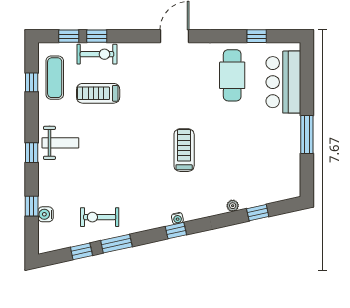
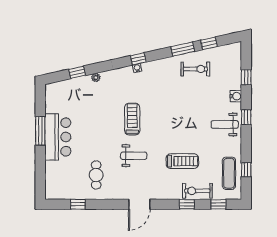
window: (97, 36) -> (187, 204), moved
cafe table: (232, 75) -> (96, 175), width x0.73, depth x0.74
bar counter: (283, 82) -> (58, 137), moved
treadmill: (98, 93) -> (182, 161), moved
weight bench: (182, 101) -> (134, 156), added
treadmill: (184, 150) -> (132, 119), turned 180
water cooler: (46, 214) -> (236, 96), moved

